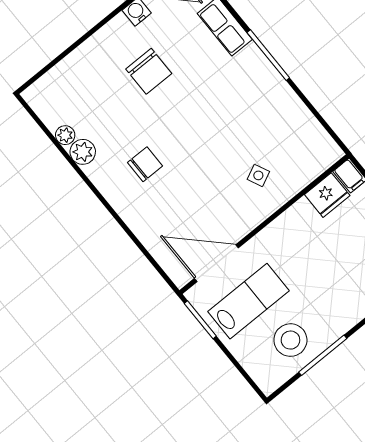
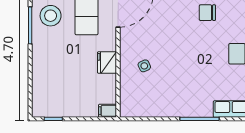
chair: (145, 164) -> (207, 13), moved, turned 90
fridge: (327, 195) -> (107, 63), moved

